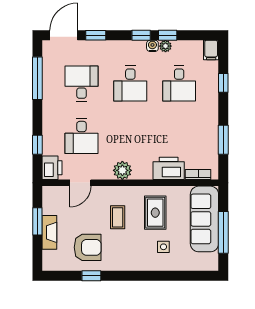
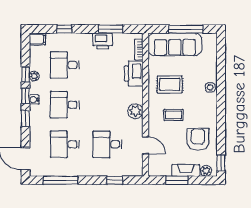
window: (96, 35) -> (25, 118), moved
water cooler: (152, 46) -> (34, 100), moved
desk: (130, 84) -> (65, 105), turned 180
desk: (179, 84) -> (65, 65), turned 180
desk: (82, 136) -> (107, 144), turned 180
printer: (52, 168) -> (103, 41), moved, turned 180
side table: (163, 247) -> (210, 87), moved
plant: (49, 257) -> (206, 171), added
window: (91, 276) -> (221, 163), moved

